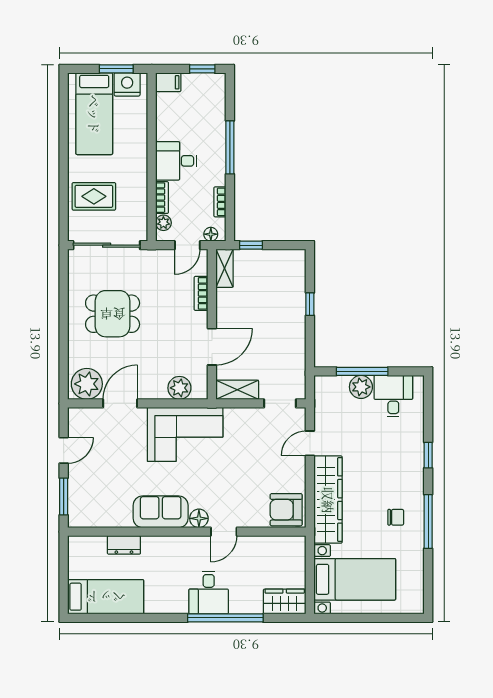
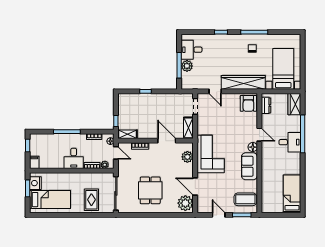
coffee table: (95, 504) -> (245, 199), added
dresser: (124, 545) -> (266, 105), moved

